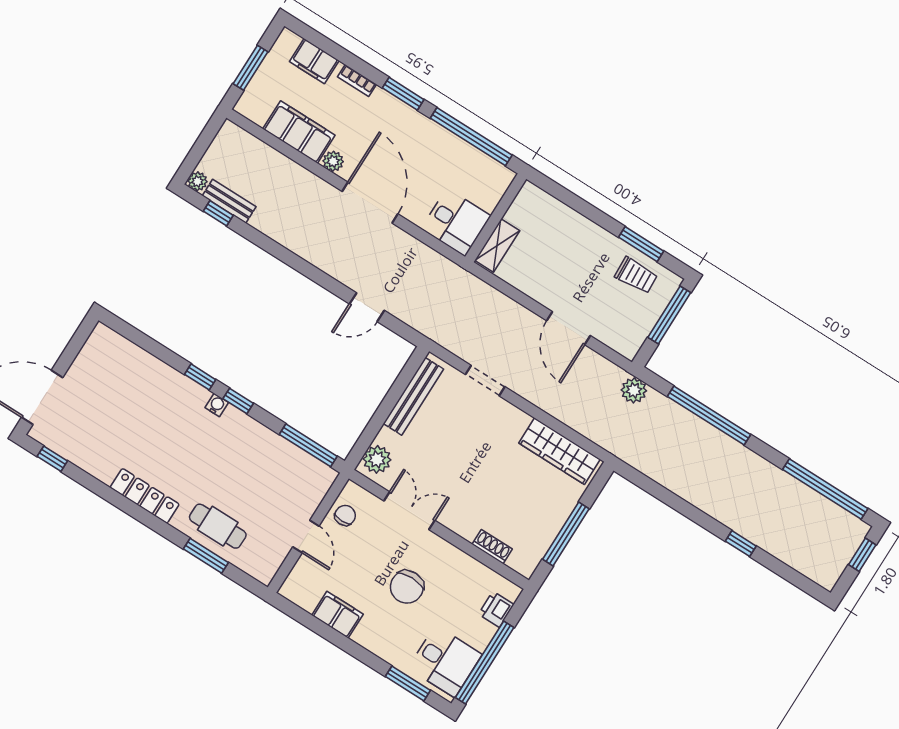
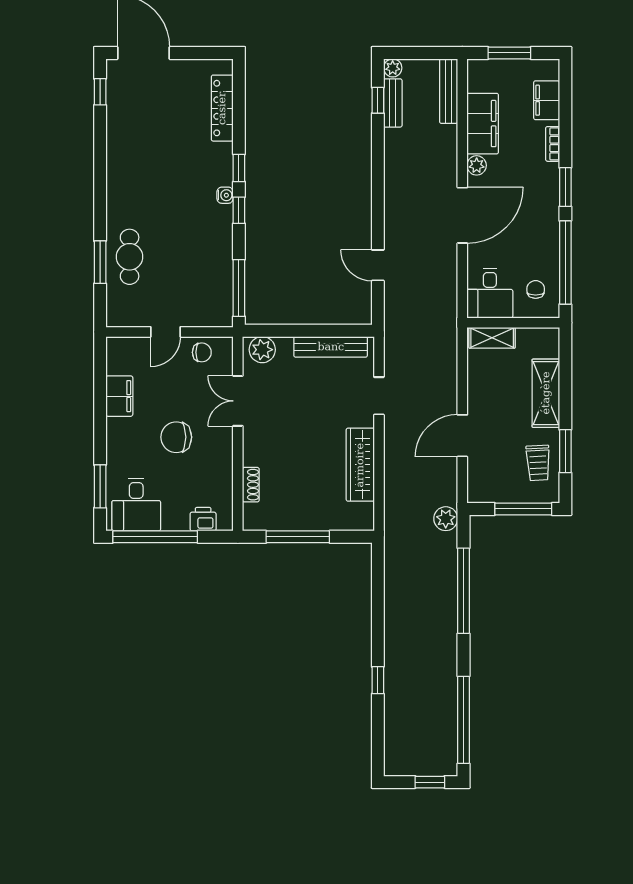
bench: (250, 144) -> (449, 91), added
chair: (479, 179) -> (536, 289), added
shelving: (578, 229) -> (546, 393), added
wardrobe: (560, 451) -> (360, 465), moved
locker: (145, 496) -> (222, 108), moved, turned 180
double door: (409, 511) -> (238, 401), swing flipped

